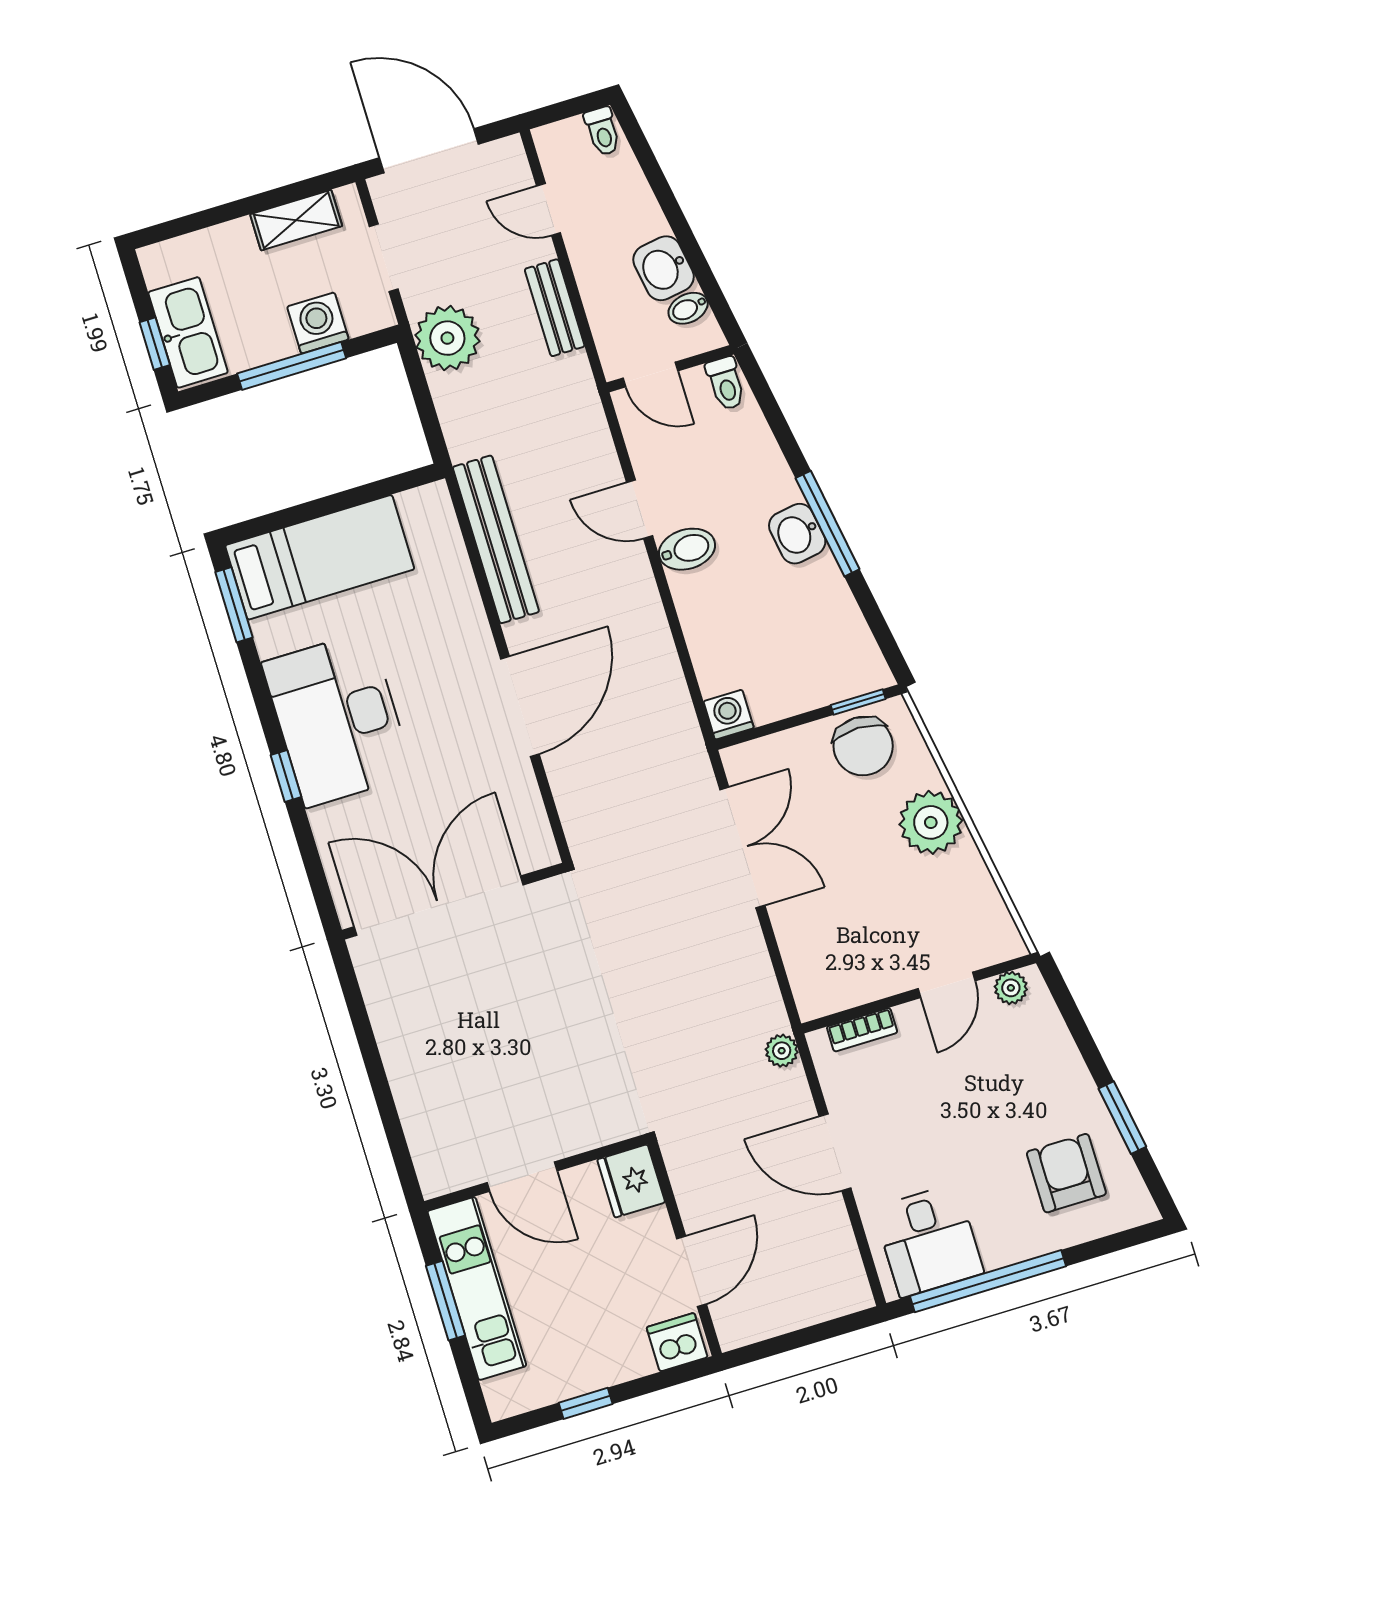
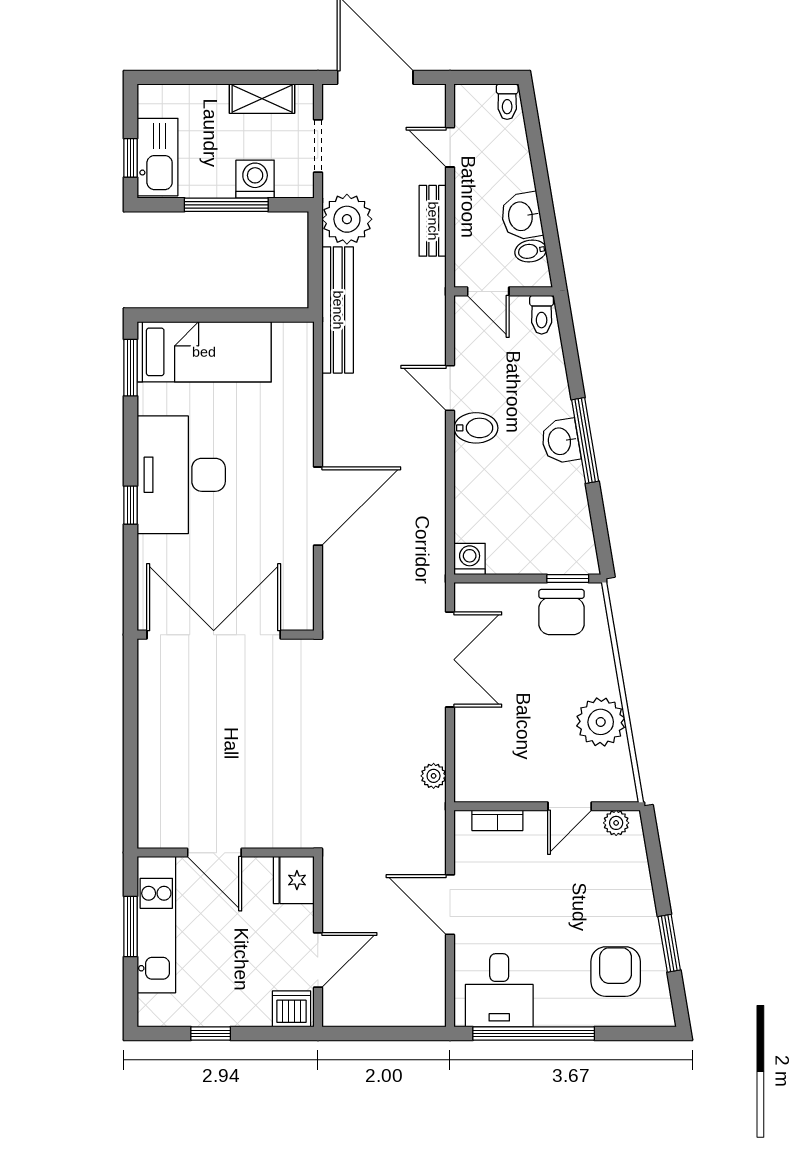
bench: (496, 539) -> (338, 310), moved
plant: (931, 822) -> (601, 722), moved
plant: (782, 1051) -> (434, 776), moved

